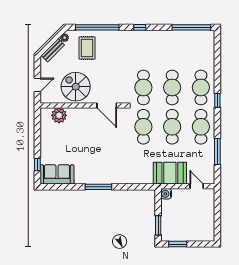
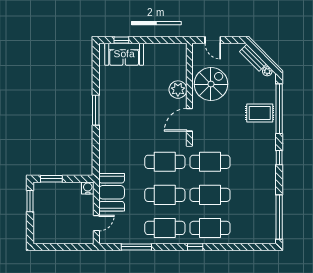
rug: (87, 48) -> (260, 113), moved
plant: (59, 115) -> (178, 90), moved
sofa: (57, 174) -> (124, 54), moved, turned 90

